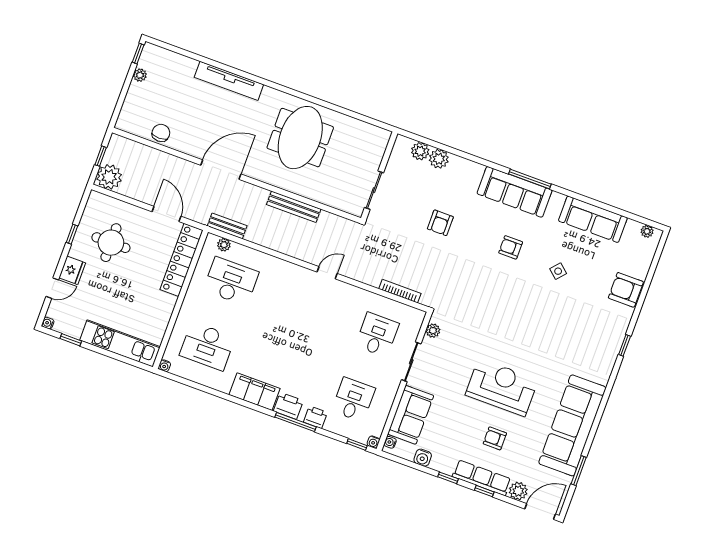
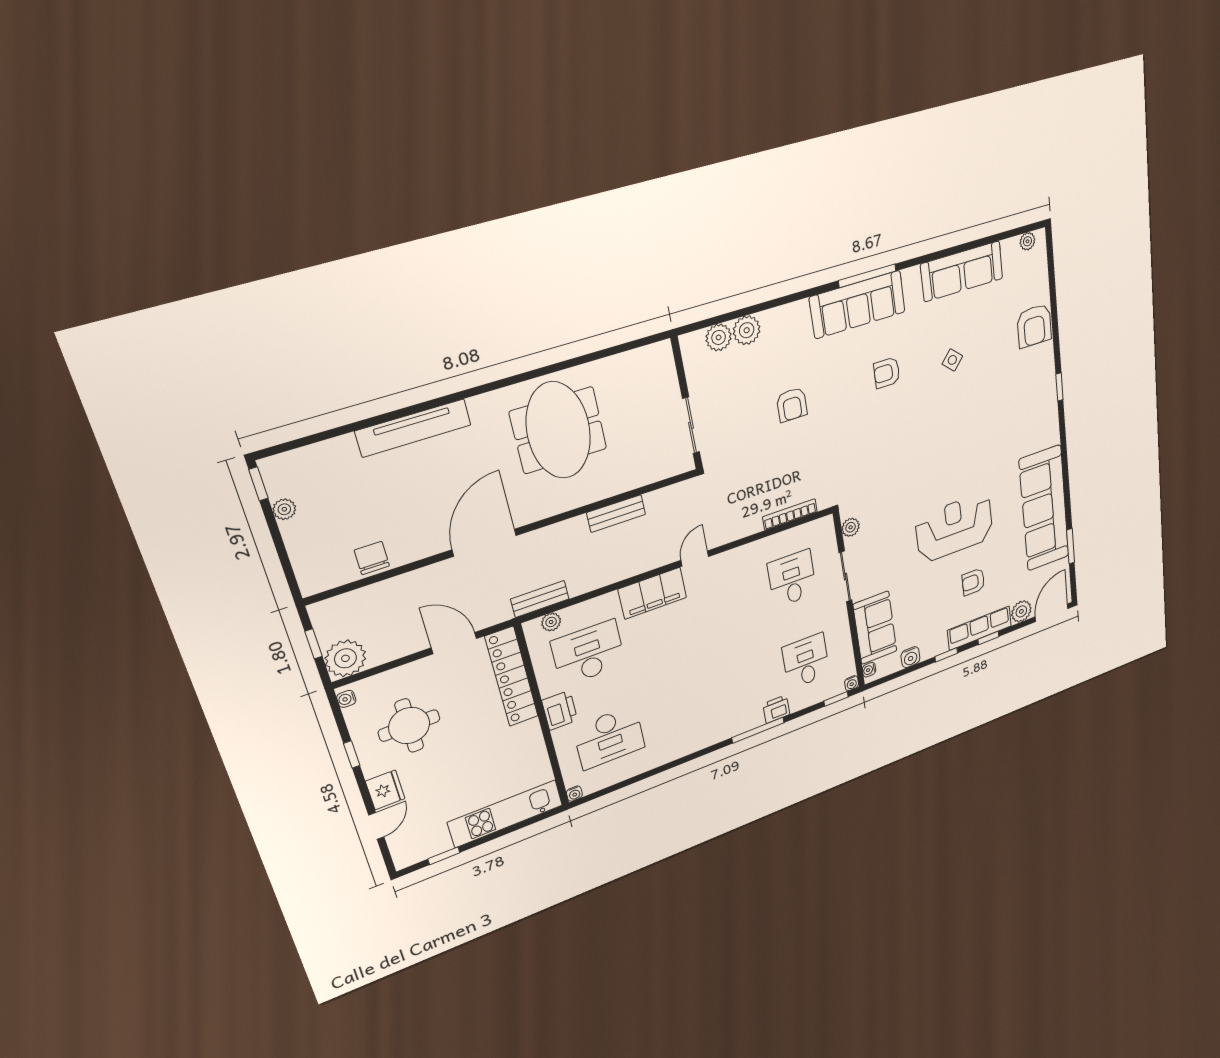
bench: (294, 207) -> (616, 514), width x0.73
armchair: (626, 290) -> (1034, 326), turned -90
water cooler: (48, 323) -> (346, 699), moved
filing cabinet: (255, 392) -> (652, 593), moved, turned 180
printer: (288, 406) -> (560, 710), moved, turned 90

